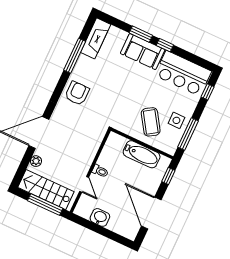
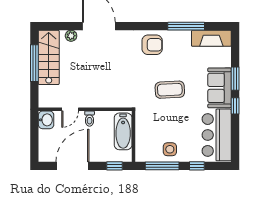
window: (207, 92) -> (197, 166), moved
coffee table: (151, 122) -> (170, 90), moved, turned 30
wall: (90, 171) -> (85, 109), moved
toilet: (100, 171) -> (90, 119), moved
door: (84, 184) -> (70, 109), moved

